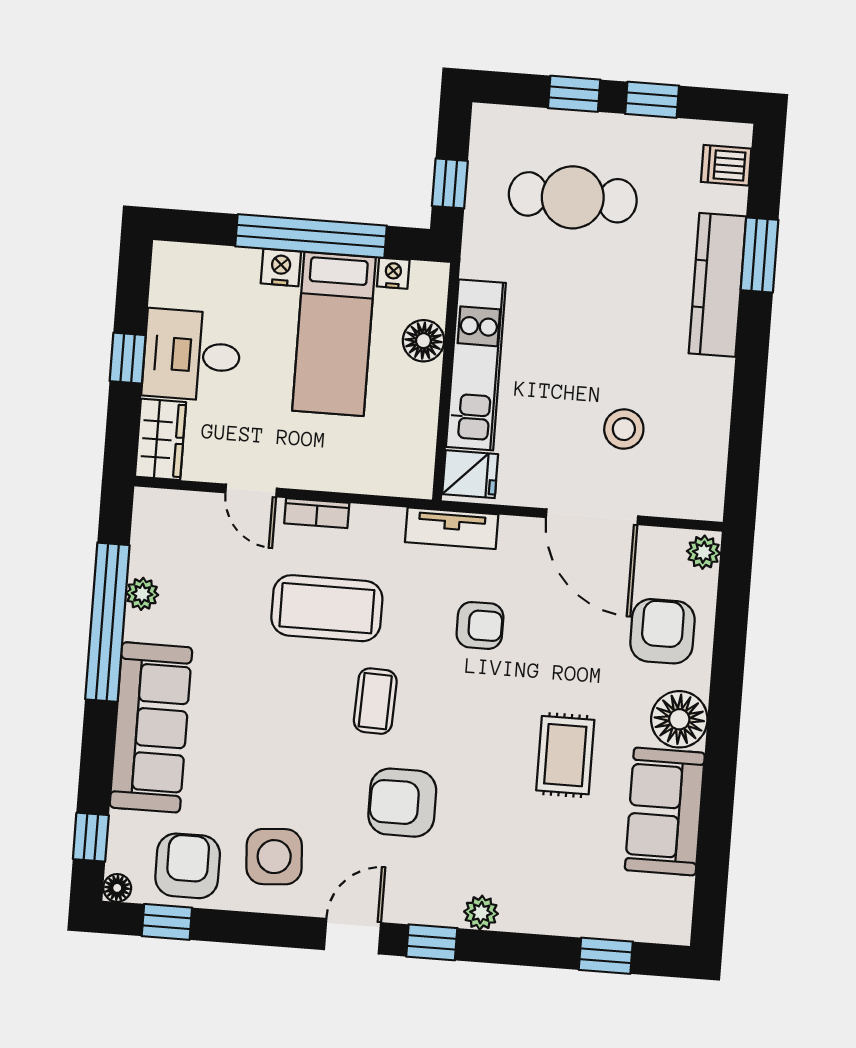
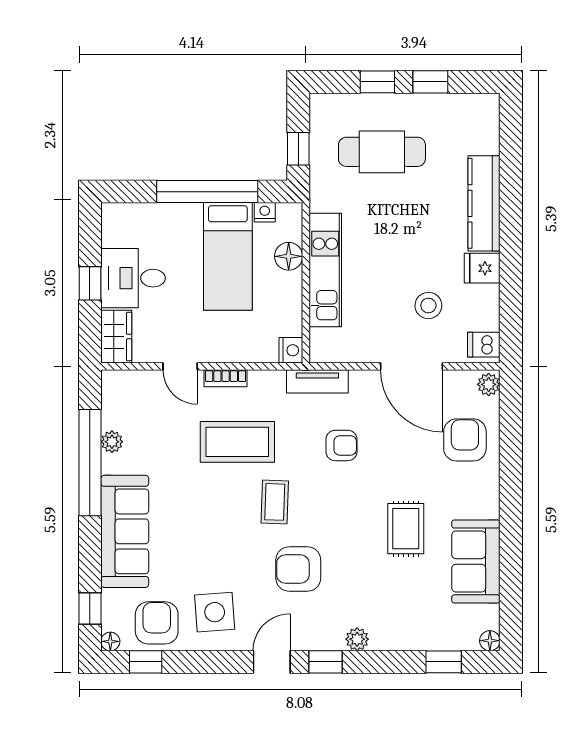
dishwasher: (726, 165) -> (484, 345), moved
window: (760, 255) -> (511, 181), removed
nightstand: (281, 267) -> (291, 350), moved, turned 90
fridge: (470, 474) -> (482, 268), moved, turned 180
floor lamp: (679, 719) -> (490, 641), moved, width x0.53, depth x0.53

